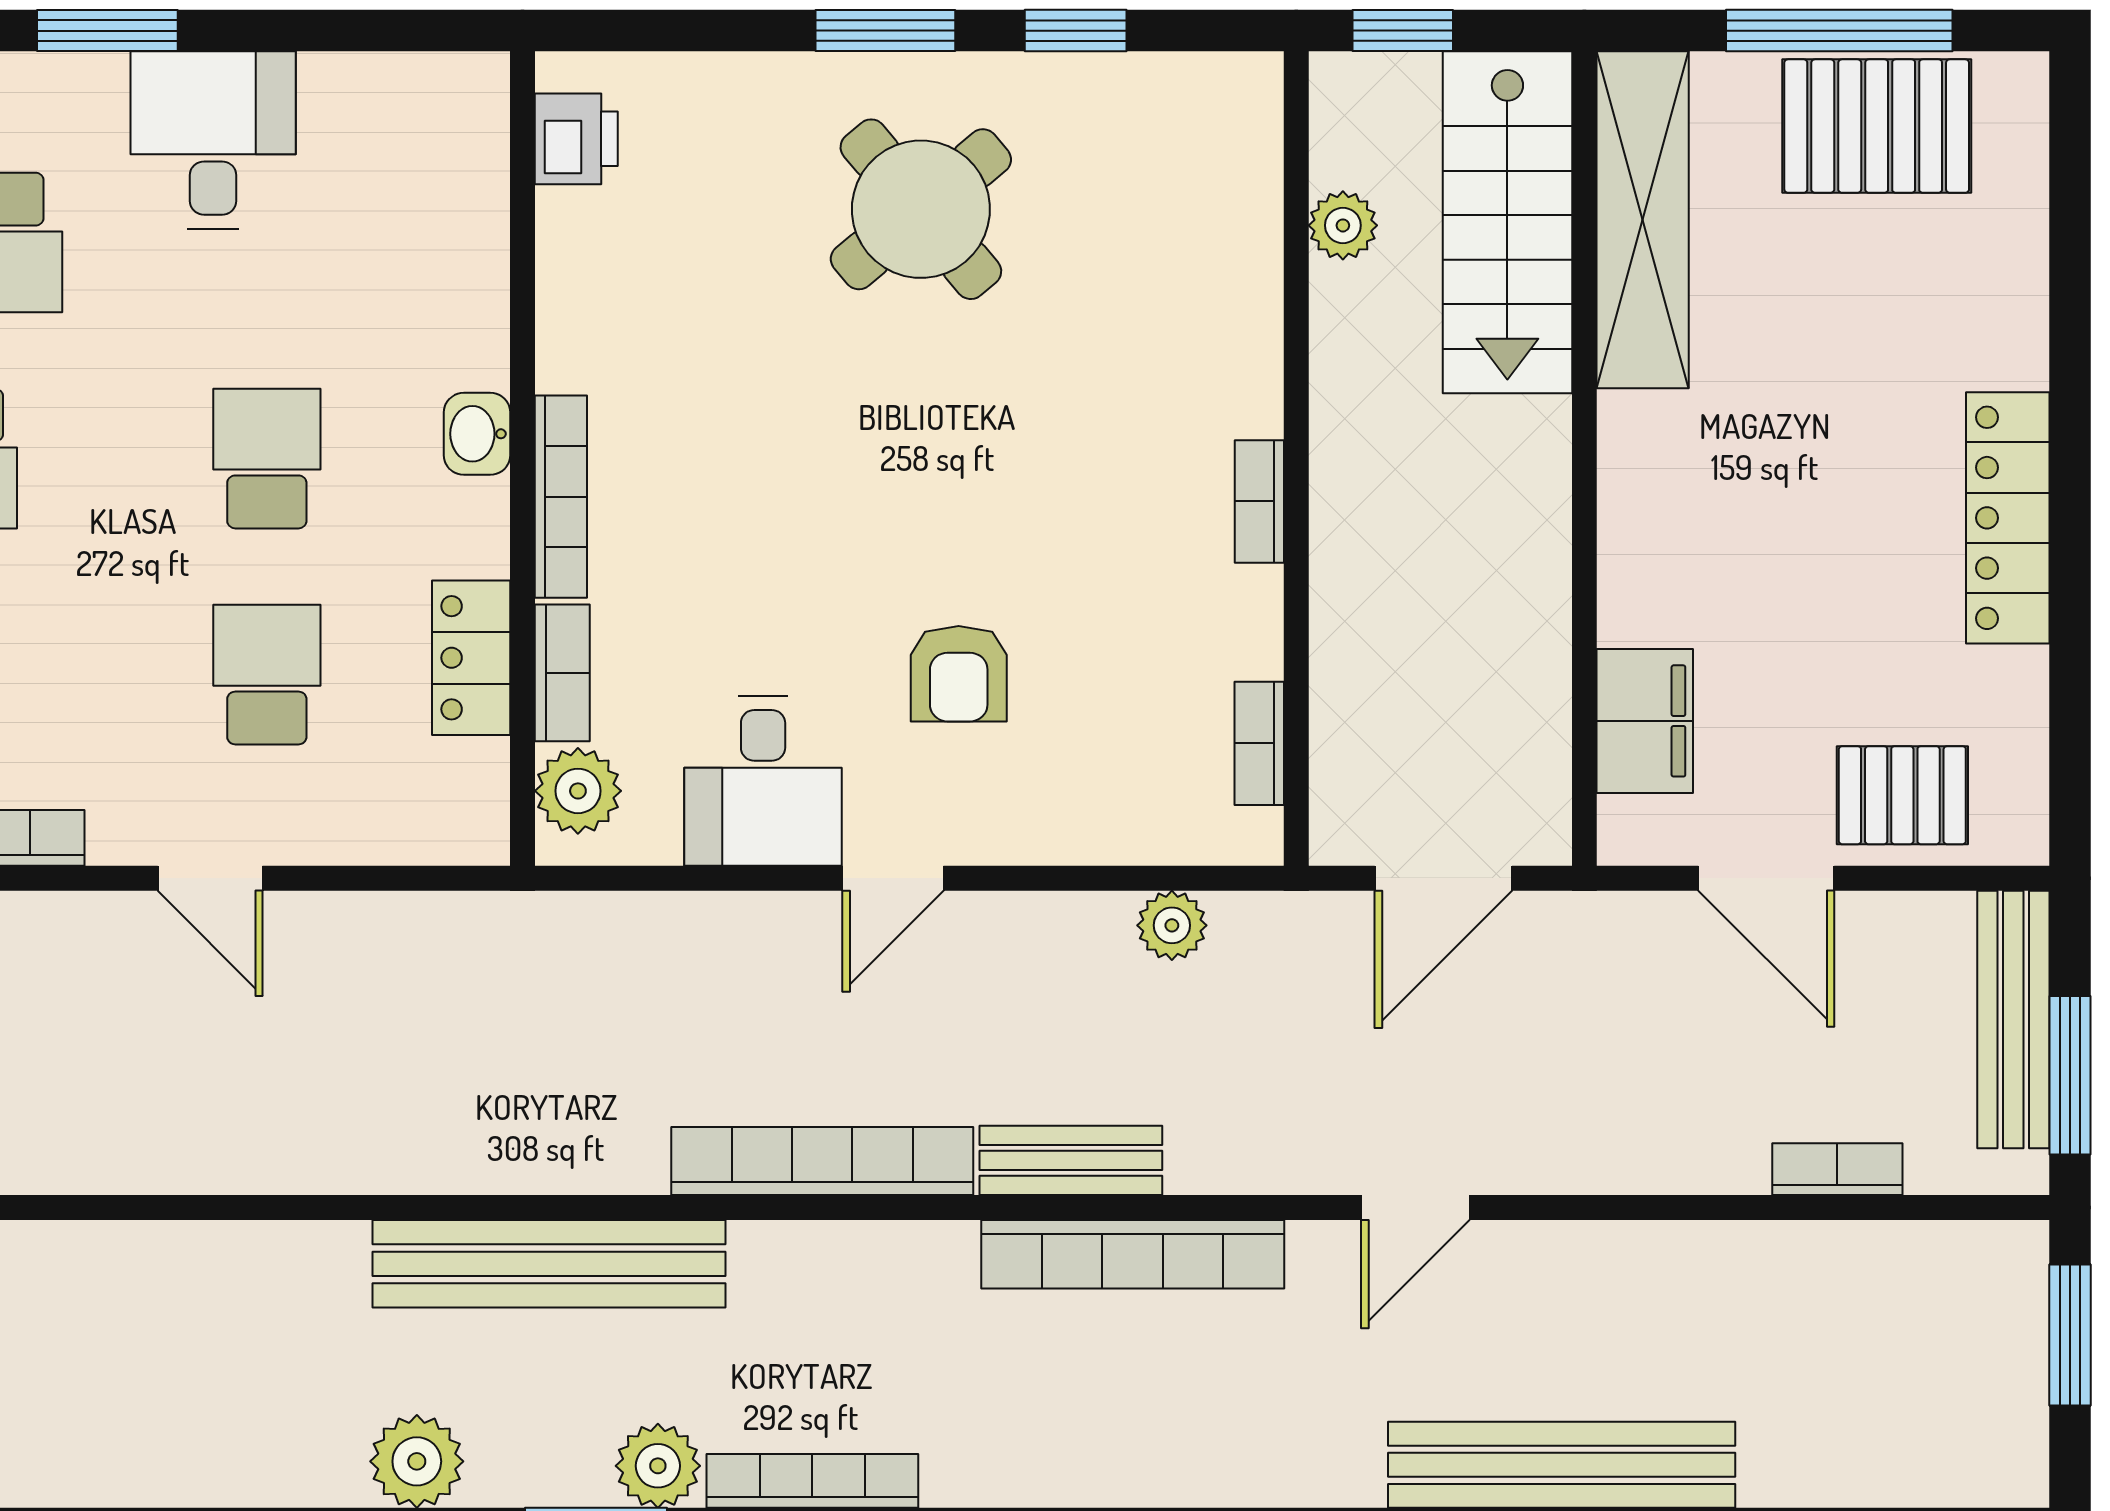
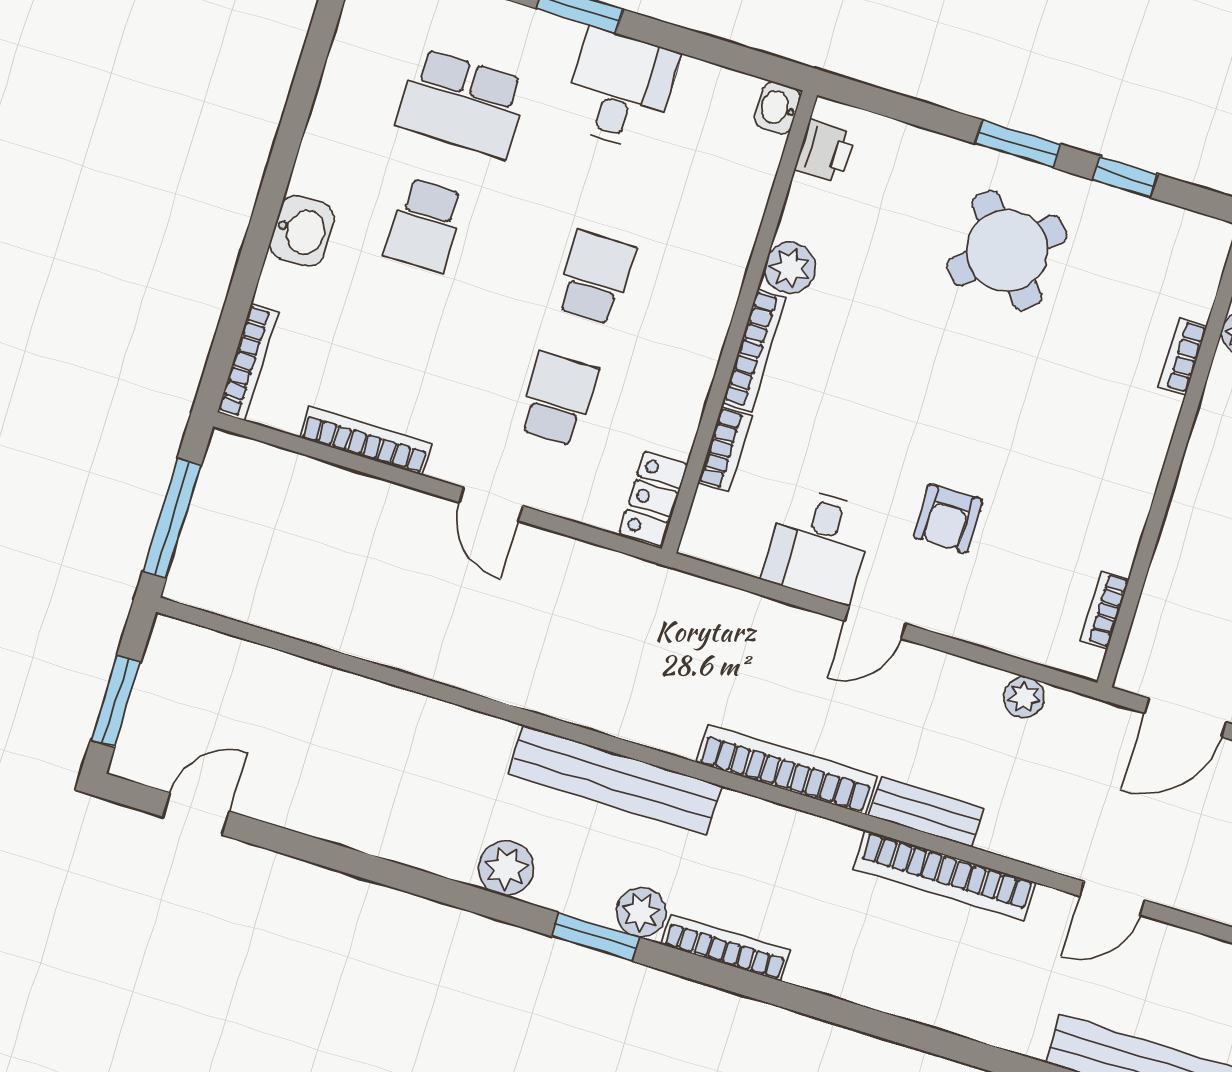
washbasin: (477, 434) -> (777, 108), moved
bookcase: (1259, 501) -> (1183, 356), moved
locker: (471, 658) -> (653, 499), moved
plant: (578, 791) -> (790, 268), moved

